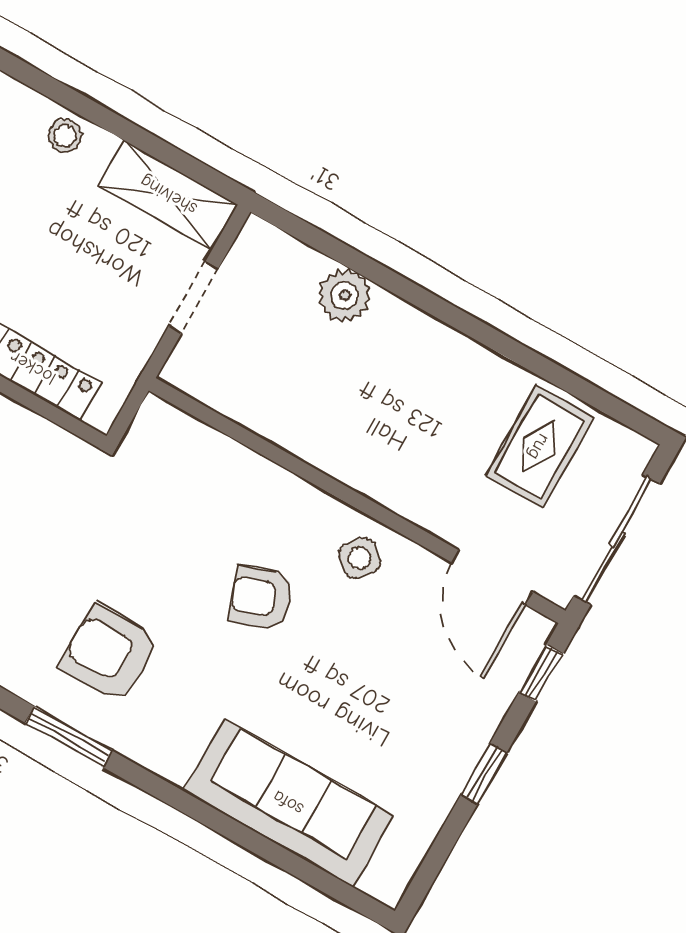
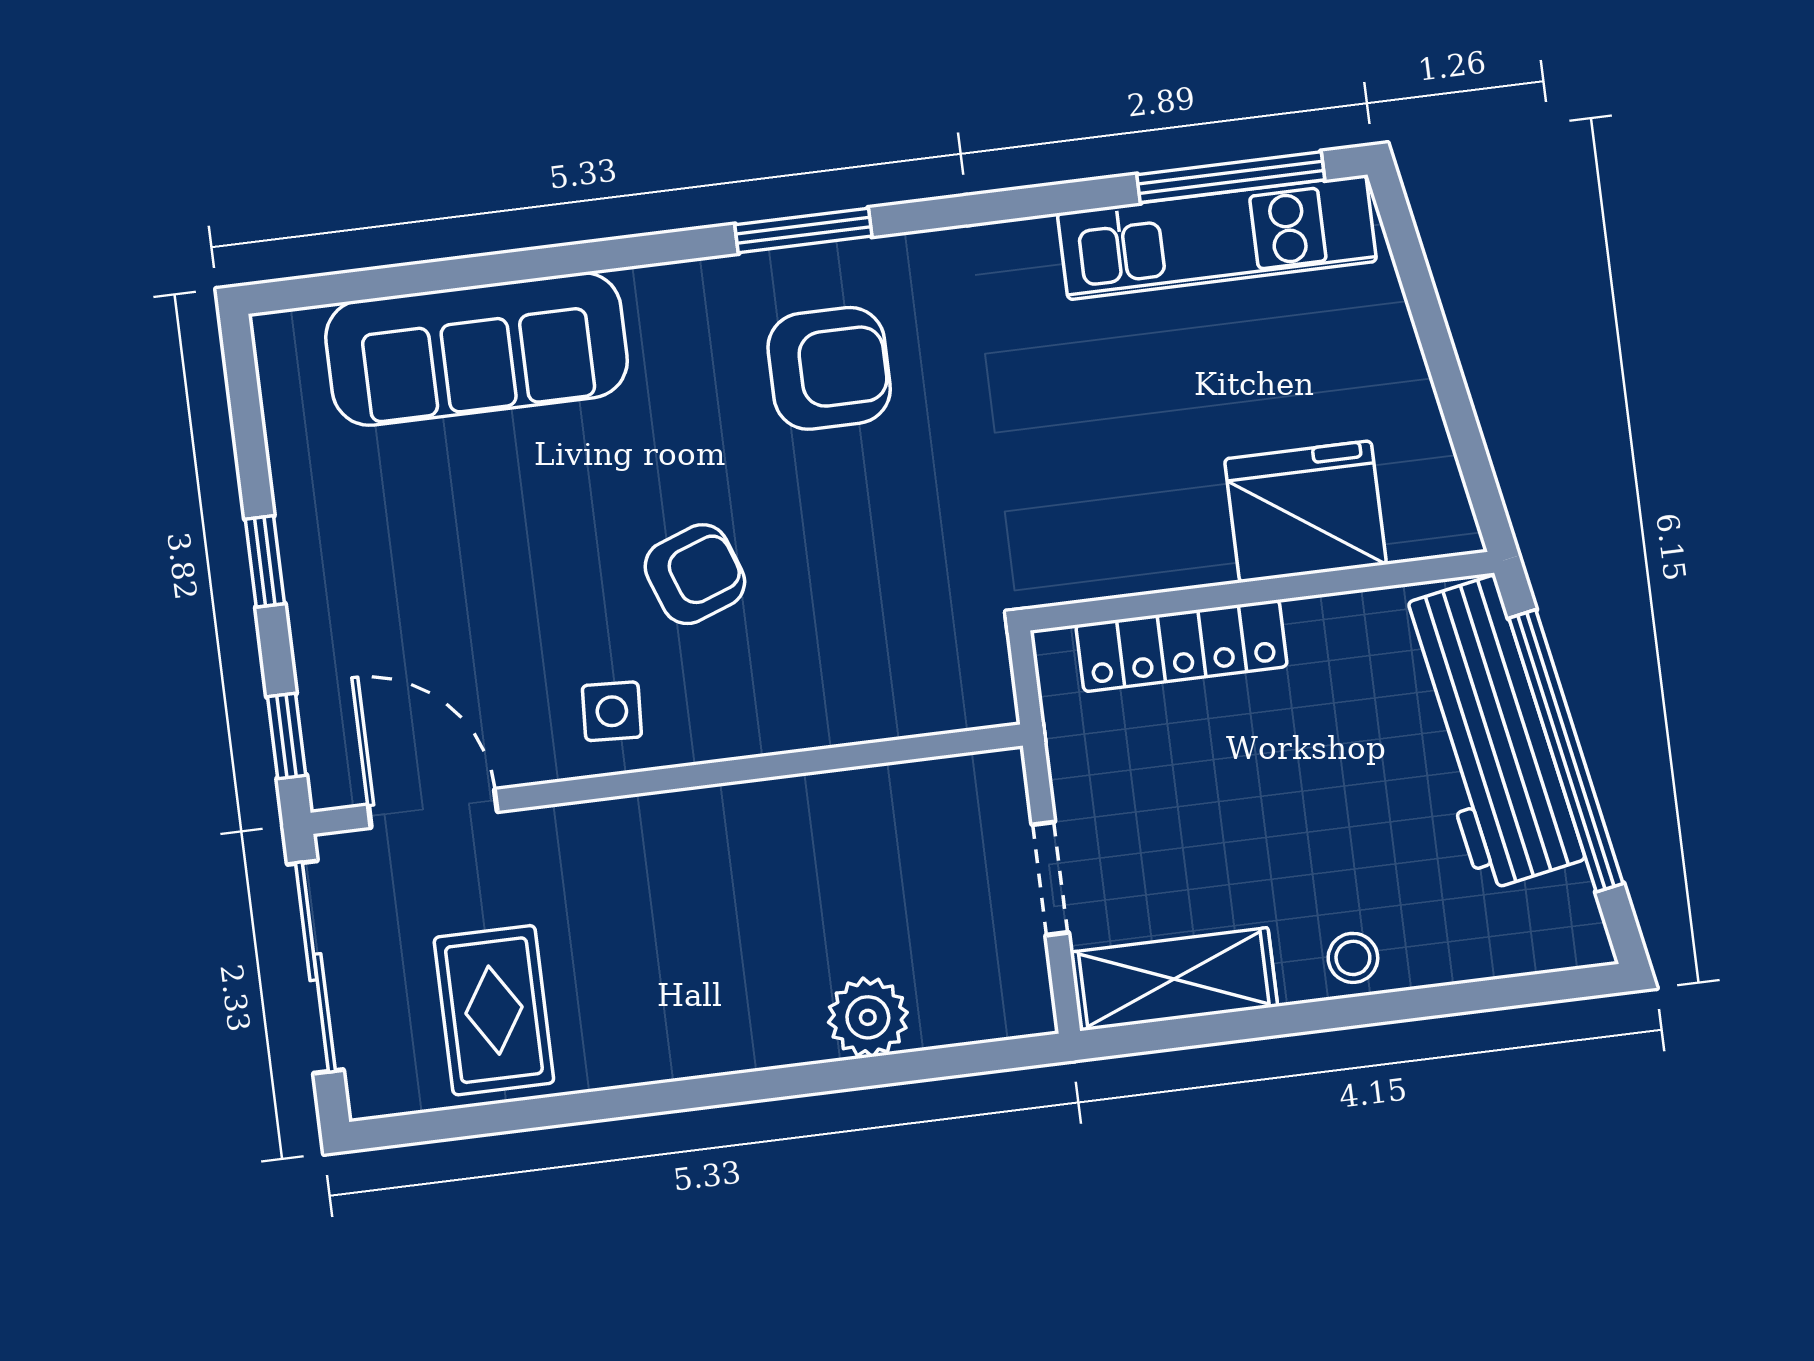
side table: (359, 558) -> (612, 711), turned -37

